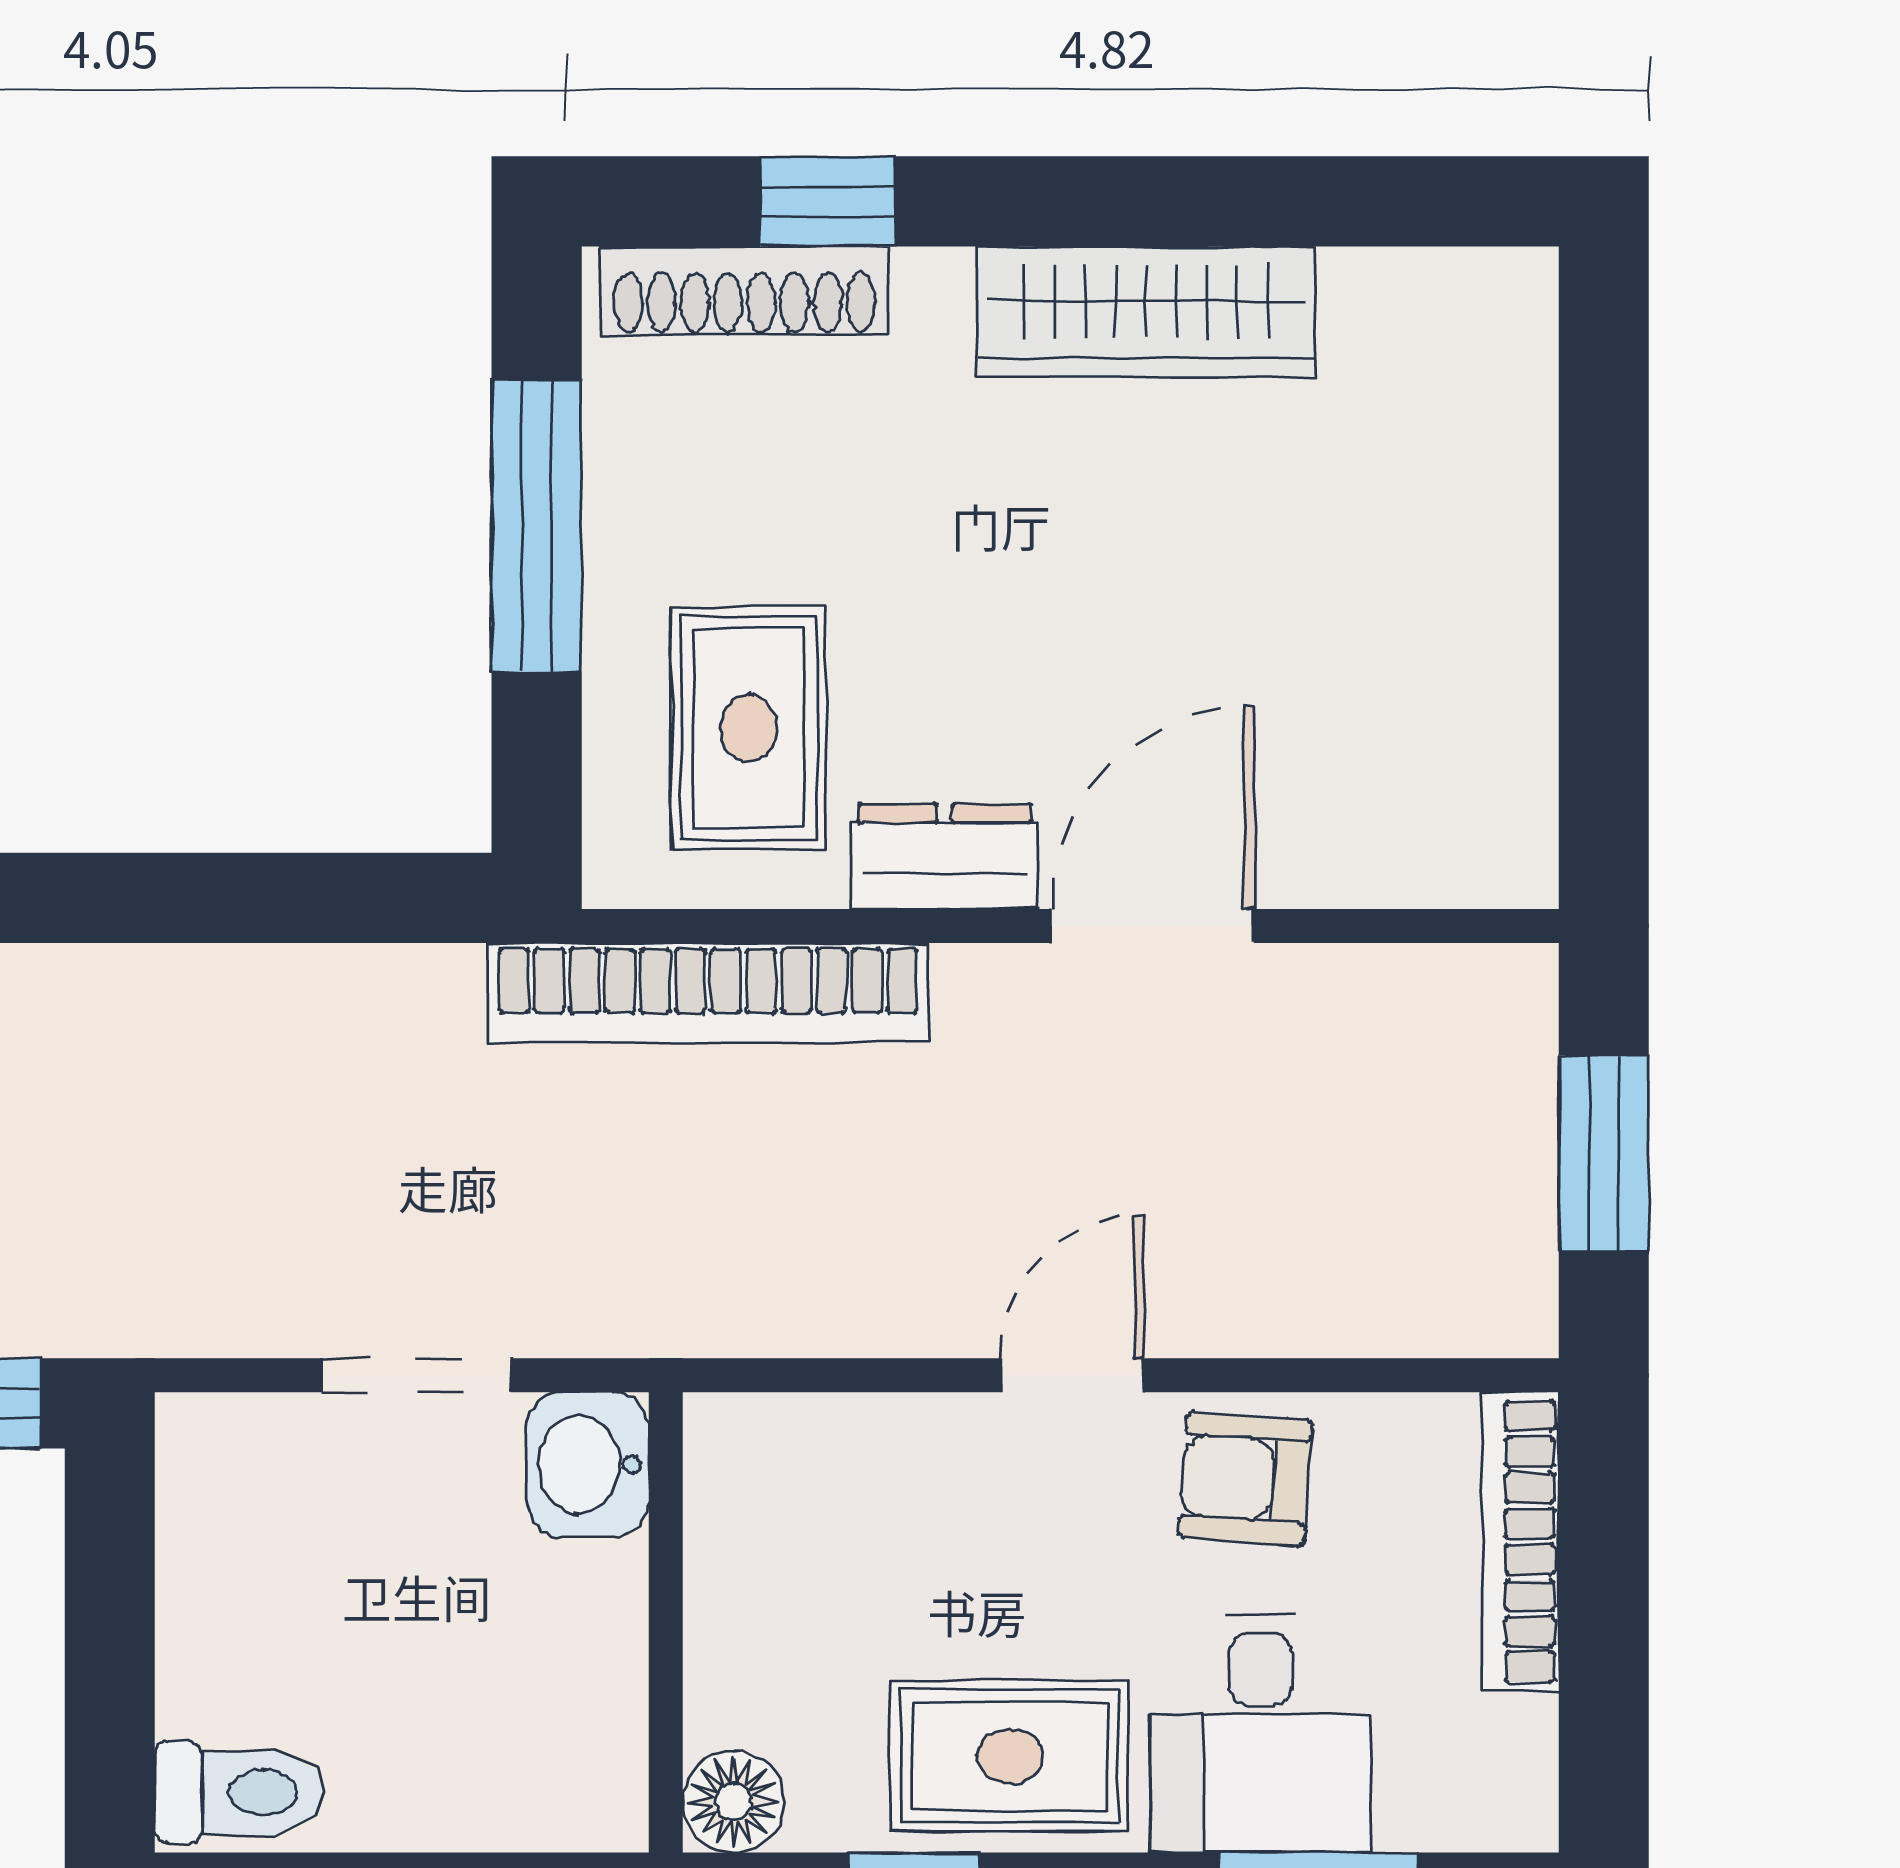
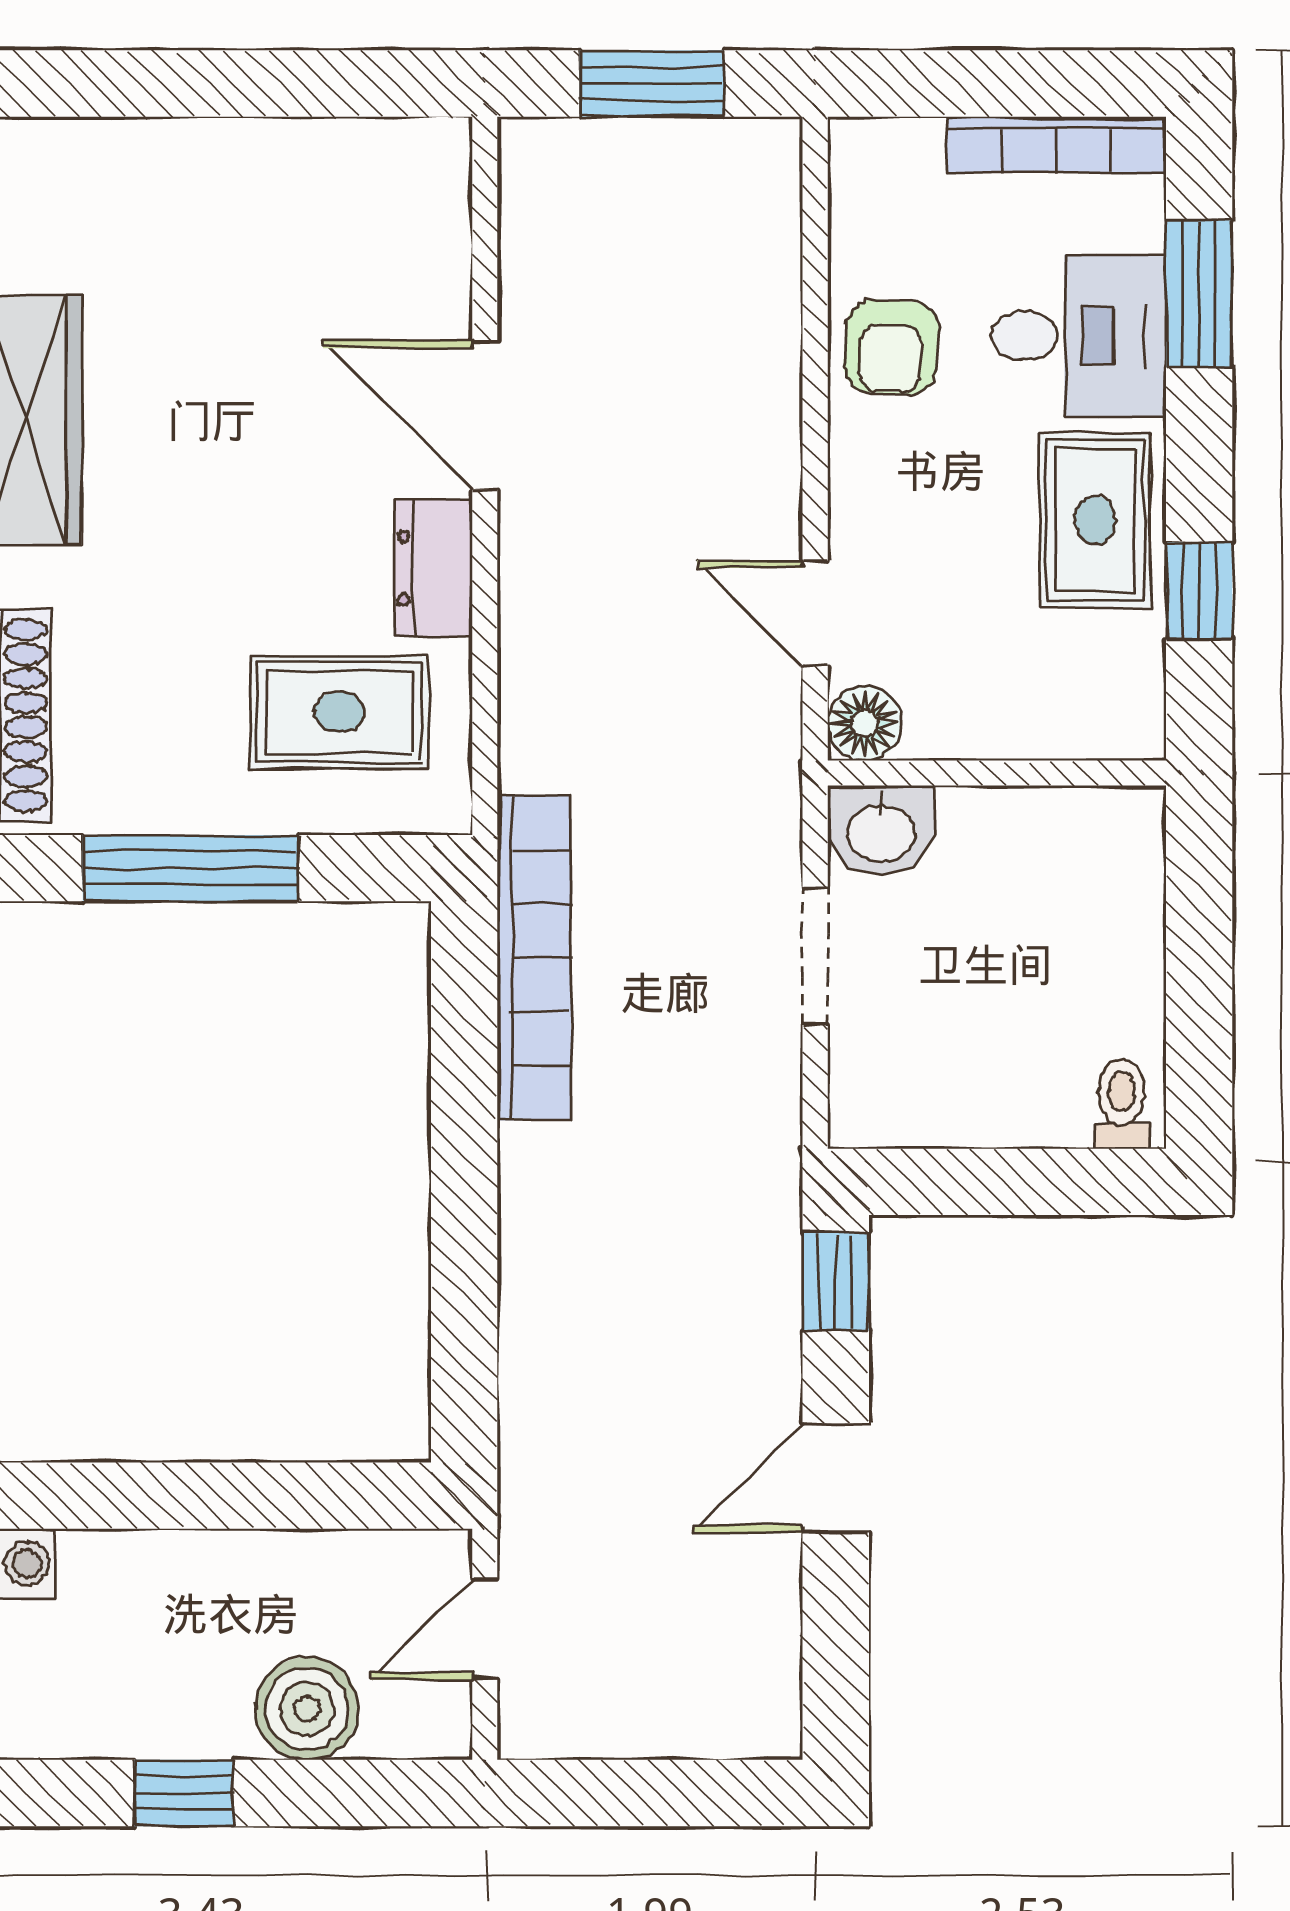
bookcase: (708, 993) -> (534, 958), moved
door: (1072, 1375) -> (815, 613), moved
bookcase: (1521, 1542) -> (1056, 145), moved
toilet: (239, 1792) -> (1122, 1104), width x0.73, depth x0.72
floor lamp: (733, 1802) -> (865, 723), moved

